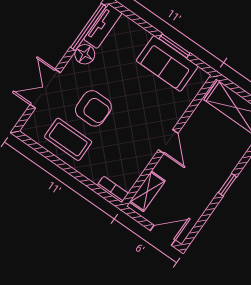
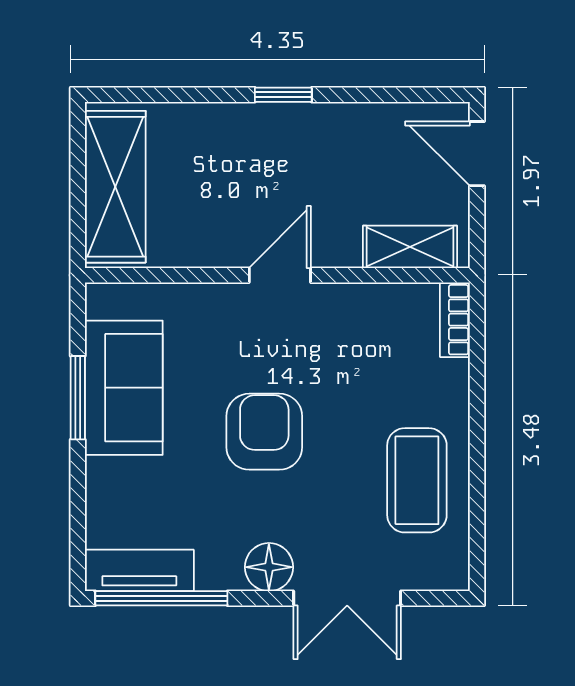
floor lamp: (85, 54) -> (269, 567), moved
armchair: (93, 108) -> (264, 432), moved

